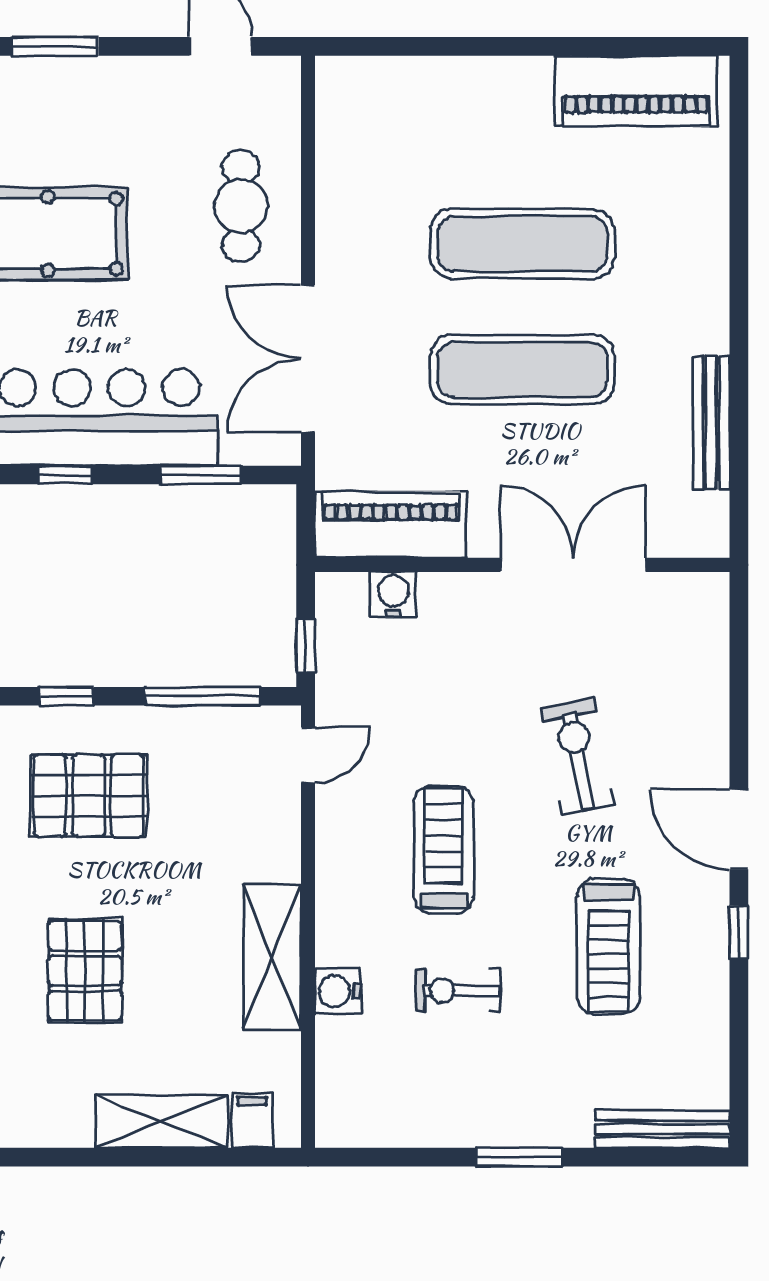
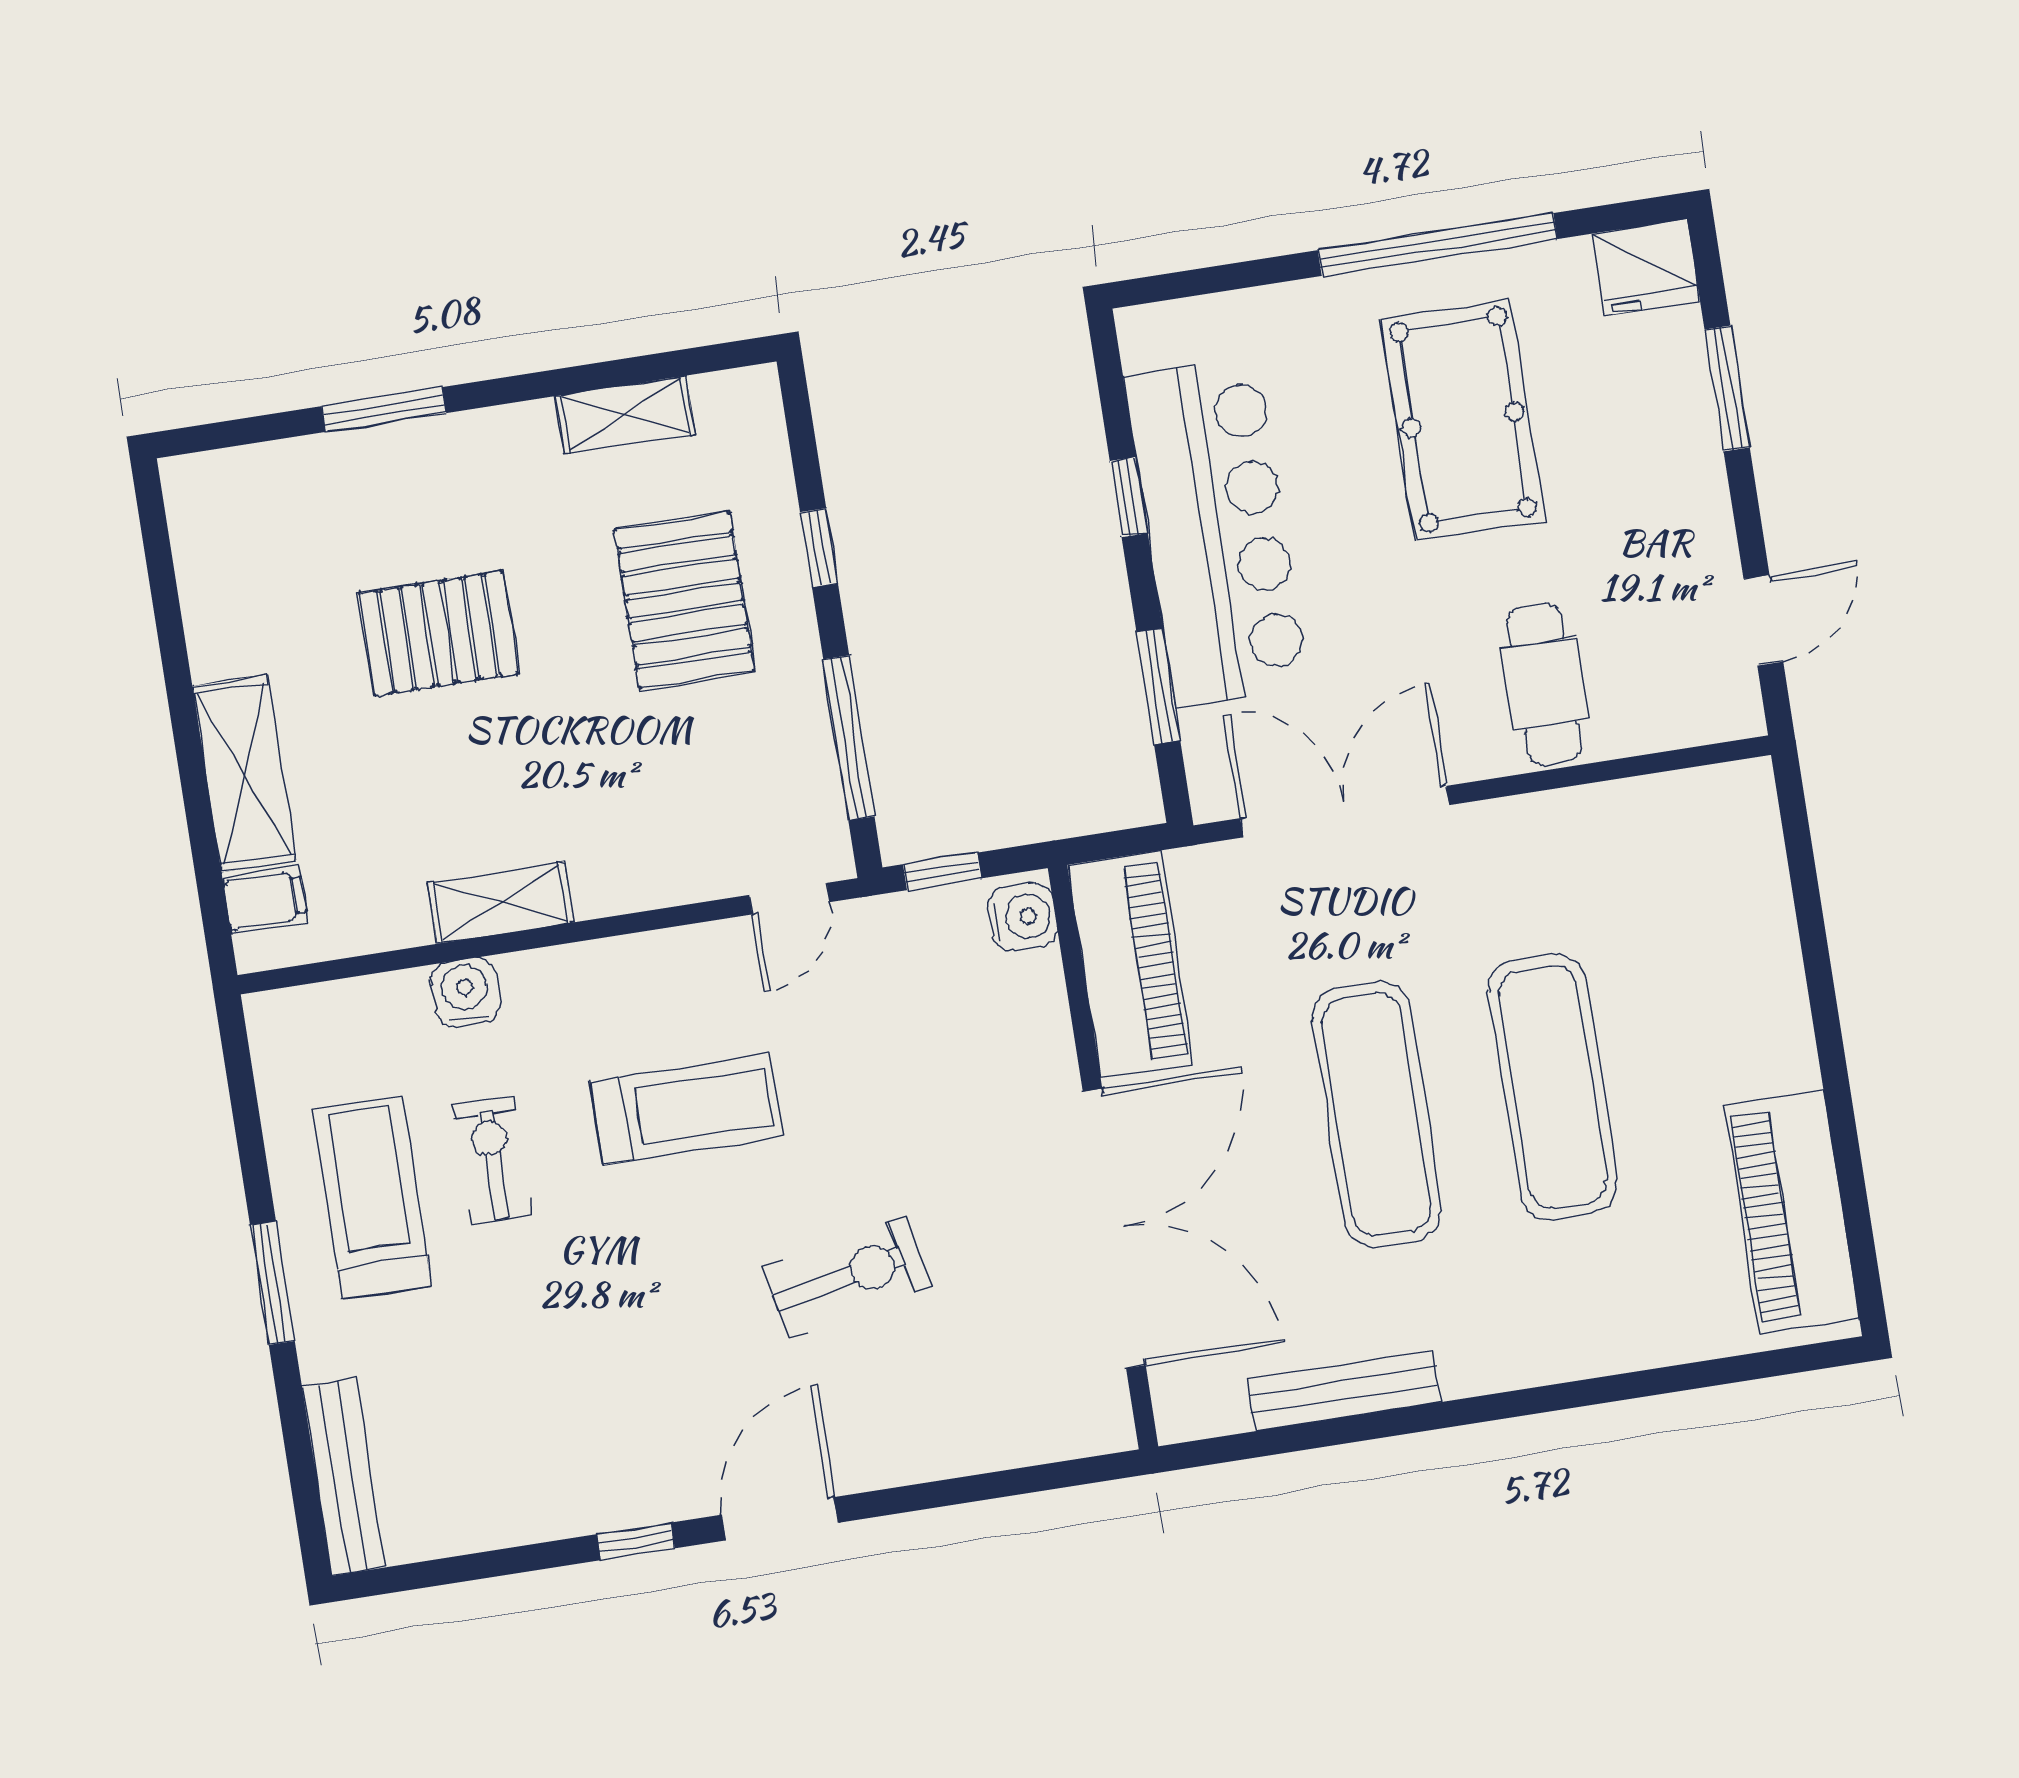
cafe table: (241, 206) -> (1544, 684), turned 90
double door: (573, 565) -> (1114, 1228), width x1.36
water cooler: (393, 595) -> (1023, 917), moved
door: (308, 755) -> (790, 899), hinge flipped
treadmill: (609, 946) -> (372, 1197), moved, turned 90
shelving: (272, 957) -> (501, 903), width x0.67, depth x0.75

